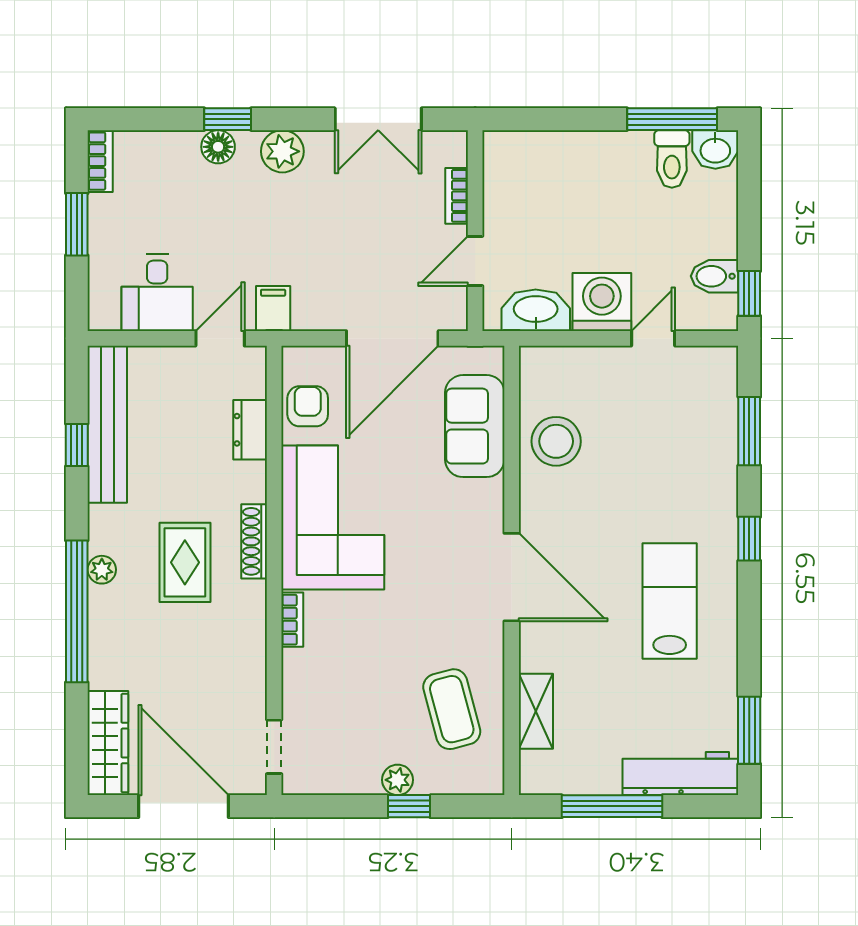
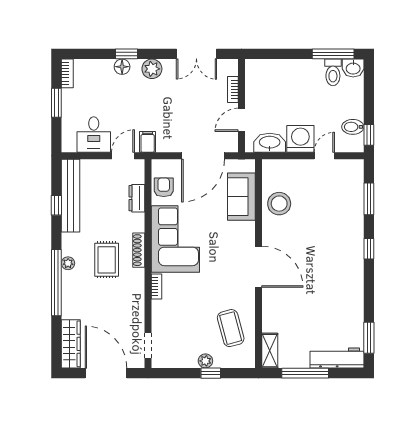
lab bench: (670, 601) -> (332, 278), removed
shelving: (536, 711) -> (270, 351), moved

